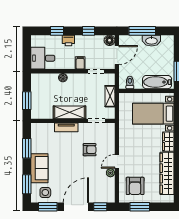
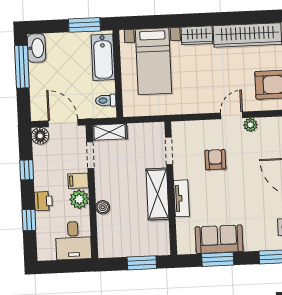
window: (142, 31) -> (22, 67), moved
washbasin: (151, 41) -> (36, 48), moved
plant: (69, 63) -> (79, 199), added
shelving: (110, 96) -> (110, 132), moved
door: (117, 161) -> (232, 115), swing flipped
sofa: (39, 168) -> (219, 239), moved

